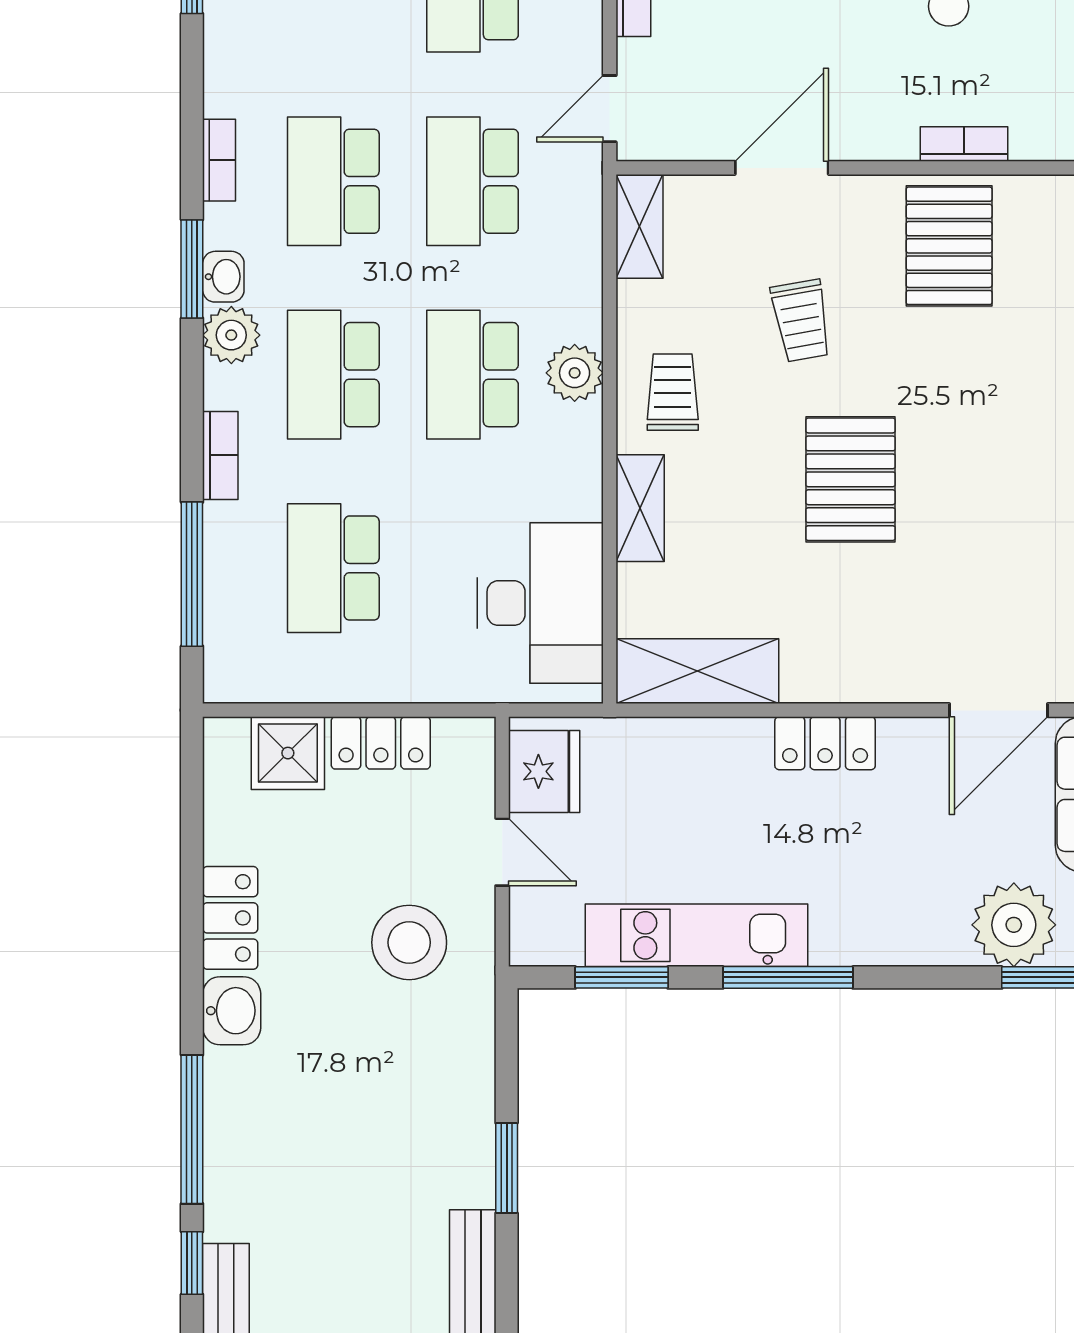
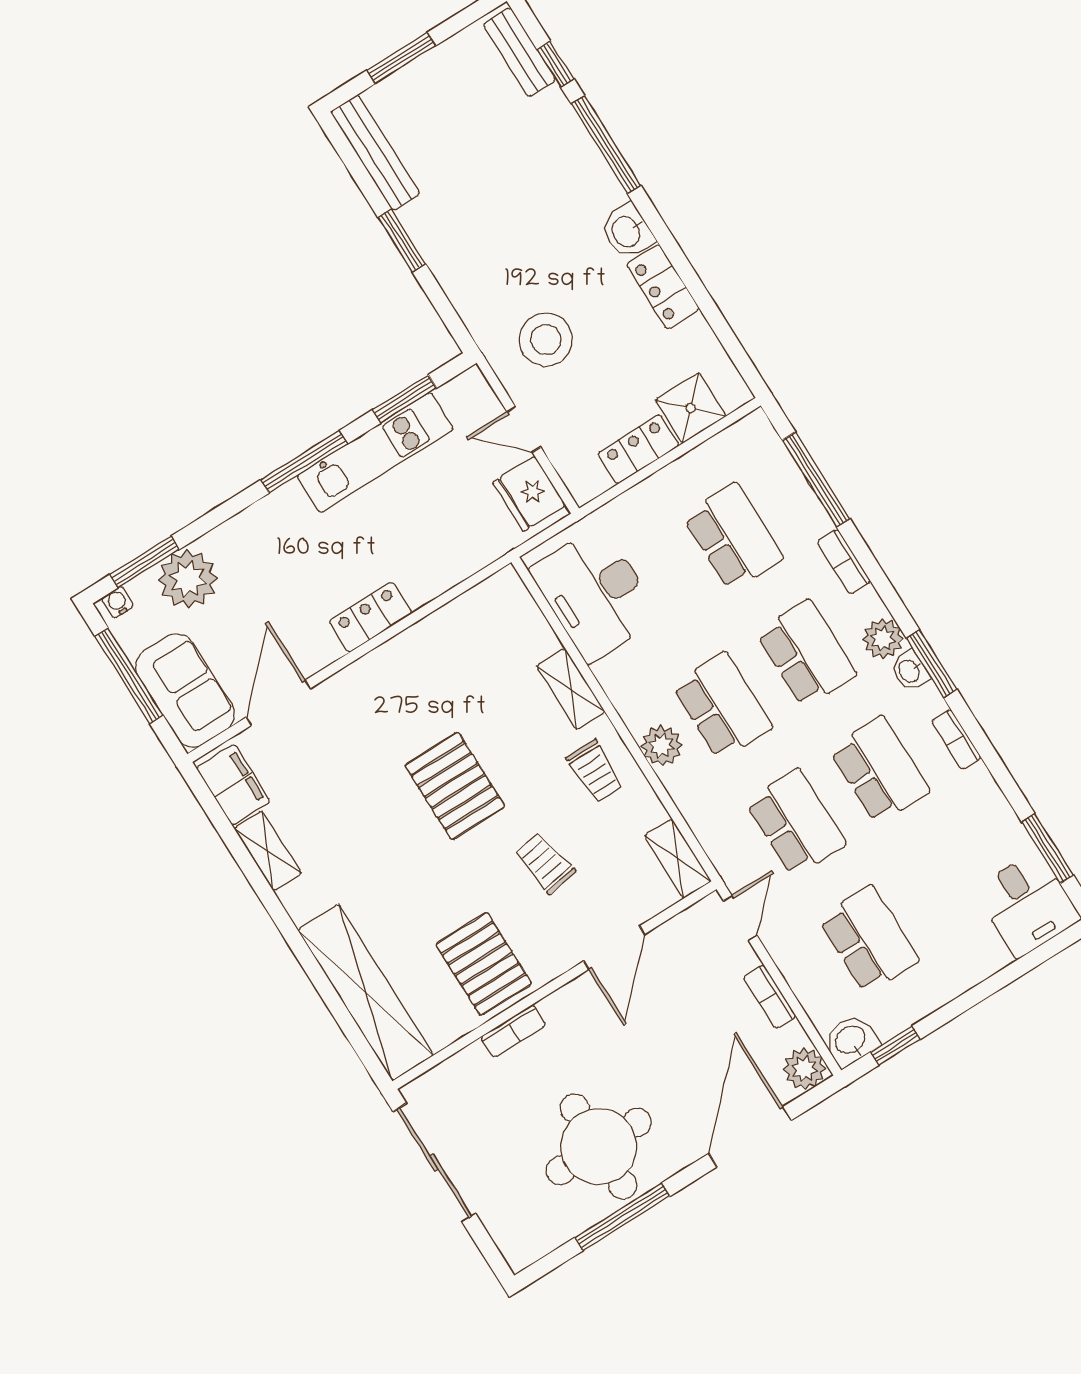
shelving: (697, 671) -> (475, 612), removed

